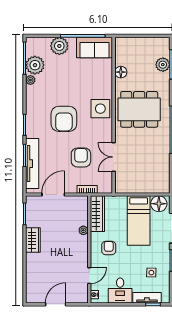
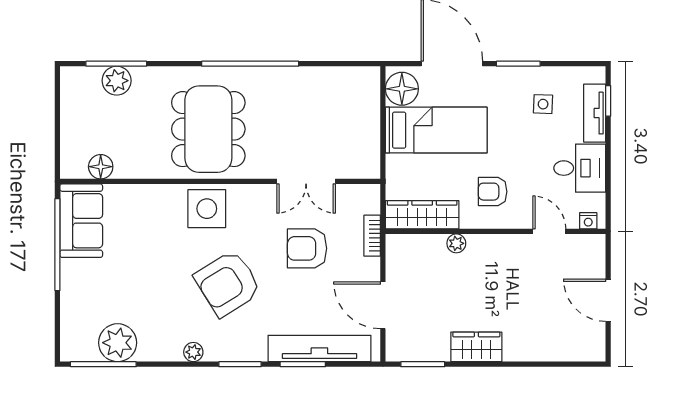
plant: (59, 46) -> (78, 293), removed
floor lamp: (121, 72) -> (101, 167), moved
plant: (30, 80) -> (193, 352), moved
armchair: (64, 119) -> (228, 283), turned 148

